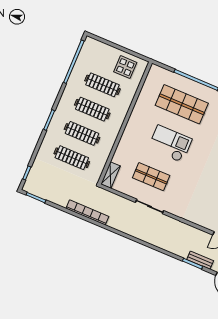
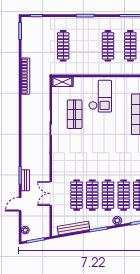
clothes rail: (82, 133) -> (86, 46), removed
checkout: (170, 144) -> (100, 96), moved

